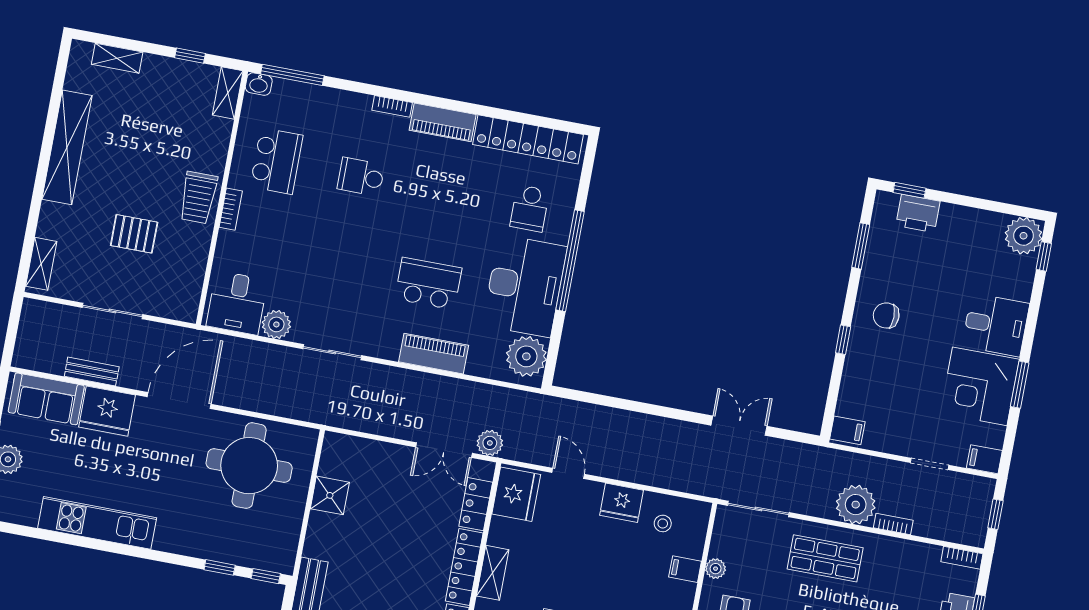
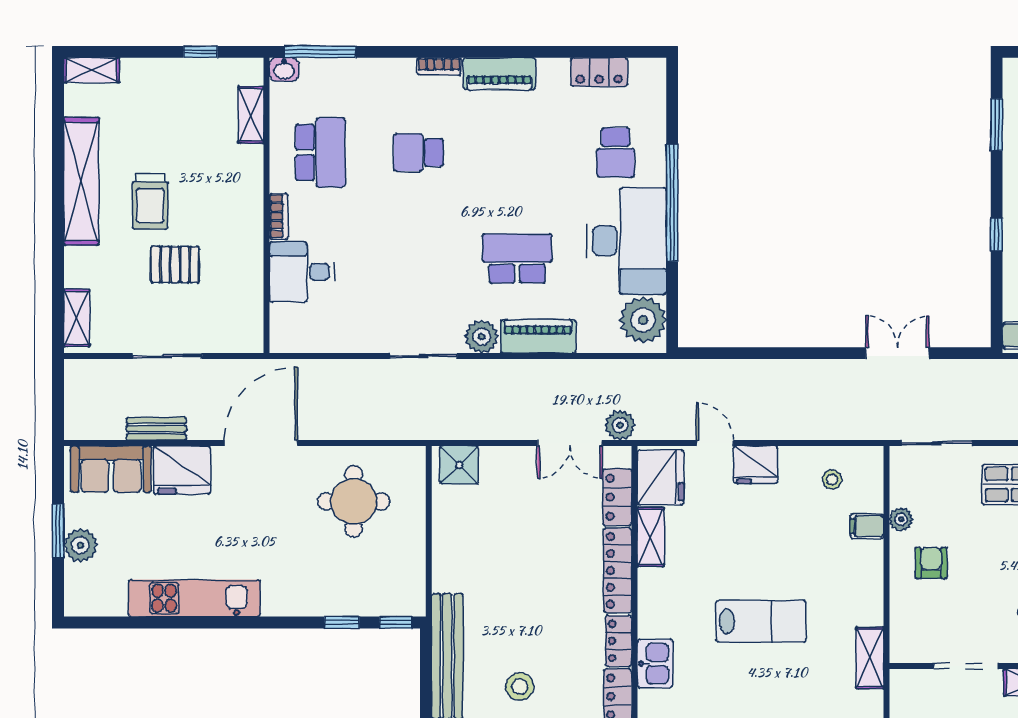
shelving: (117, 58) -> (92, 70), moved
shelving: (228, 93) -> (251, 115), moved
locker: (528, 139) -> (599, 72), width x0.46, depth x0.83
trolley: (198, 198) -> (150, 201), moved
desk: (237, 303) -> (302, 272), moved, turned 90
plant: (276, 324) -> (482, 337), moved
round table: (249, 466) -> (354, 501), width x0.73, depth x0.73
shower: (330, 495) -> (459, 465), moved
fridge: (622, 503) -> (756, 465), moved
shelving: (493, 573) -> (651, 537), moved

